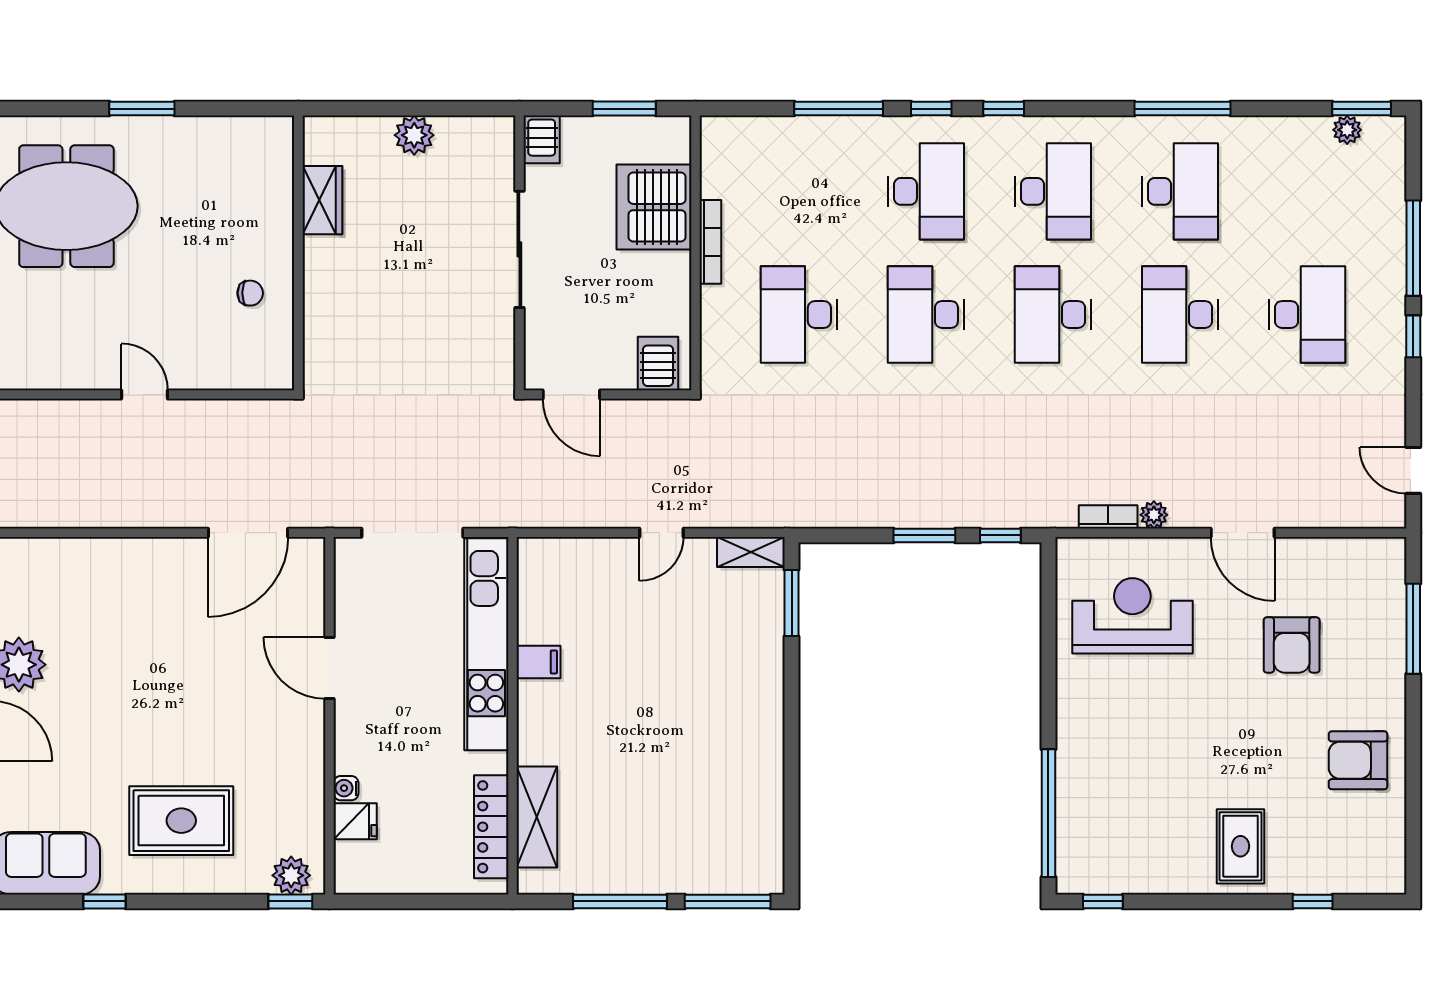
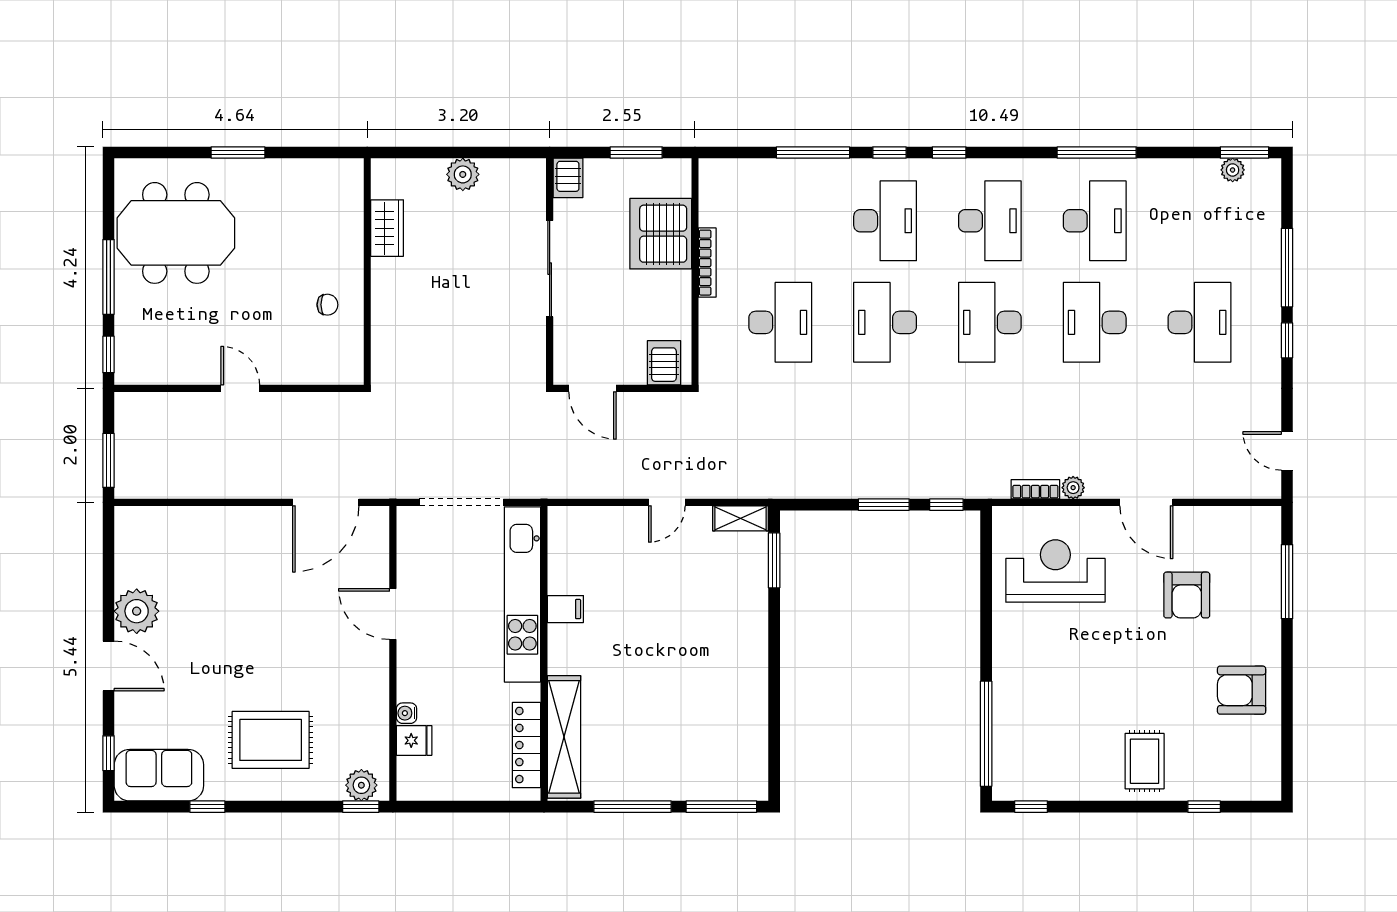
desk: (799, 314) -> (780, 322), turned 180
shelving: (537, 817) -> (564, 737), width x1.47

